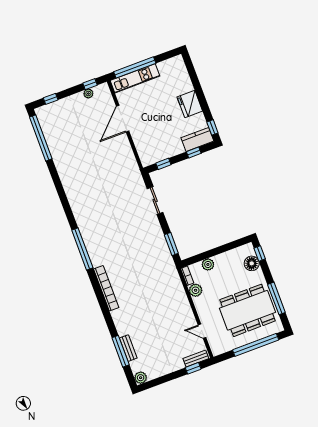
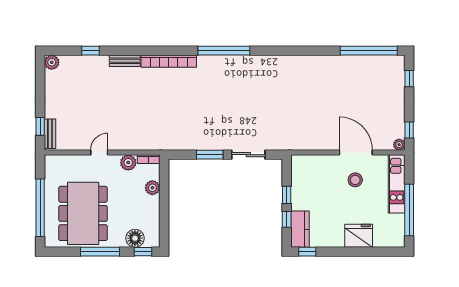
window: (135, 67) -> (409, 210), moved
plant: (88, 94) -> (399, 145), moved
fridge: (190, 104) -> (359, 236), moved
stool: (144, 111) -> (355, 180), added
window: (163, 164) -> (287, 195), moved
window: (171, 244) -> (210, 155), moved
window: (276, 298) -> (100, 252), moved
door: (202, 331) -> (99, 152), moved
bench: (128, 348) -> (125, 61), moved
window: (121, 351) -> (91, 51), width x0.46

